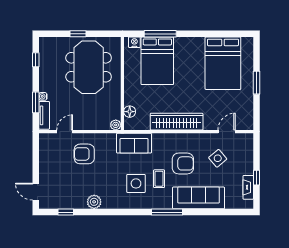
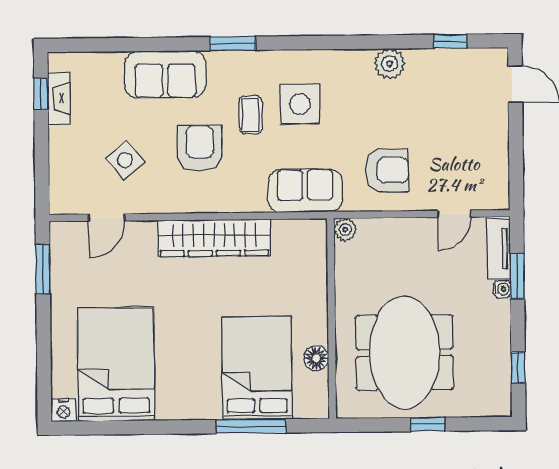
nightstand: (134, 42) -> (64, 410), moved
window: (256, 83) -> (43, 269), moved
floor lamp: (130, 112) -> (316, 358), moved
armchair: (84, 154) -> (387, 170), moved
armchair: (183, 163) -> (200, 148), turned 90
window: (256, 178) -> (41, 94), moved
sofa: (199, 198) -> (165, 75), width x0.73
window: (167, 212) -> (233, 43), width x0.69

